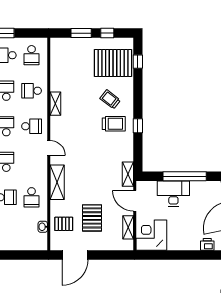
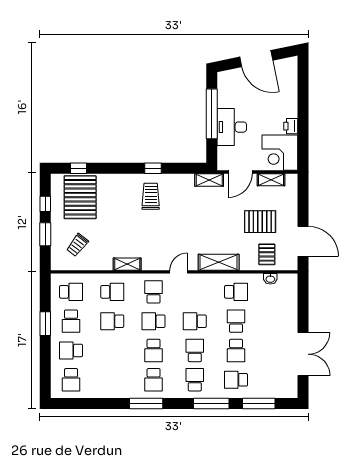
school desk: (32, 91) -> (112, 292), turned -90
trolley: (110, 99) -> (77, 245), moved
printer: (207, 244) -> (291, 126), moved

